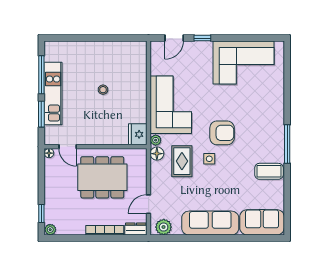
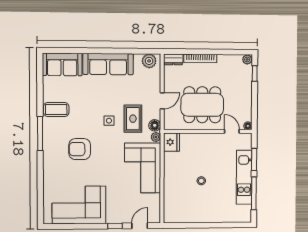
armchair: (222, 133) -> (80, 149), moved
door: (149, 204) -> (162, 101), moved

